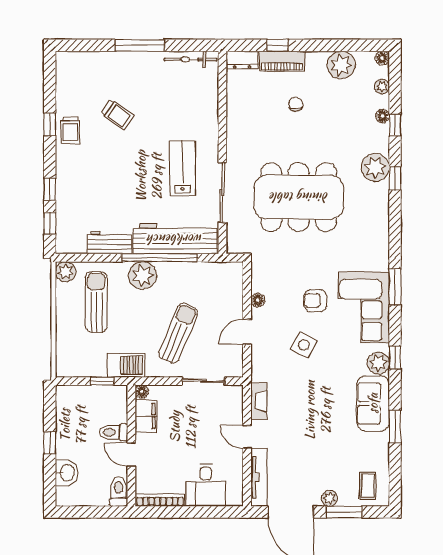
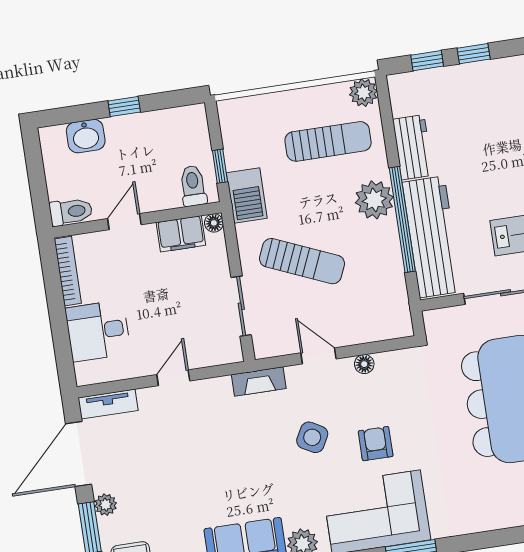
fireplace: (259, 401) -> (259, 381), moved
toilet: (113, 432) -> (193, 186), moved
tv unit: (259, 477) -> (108, 404), width x0.71

